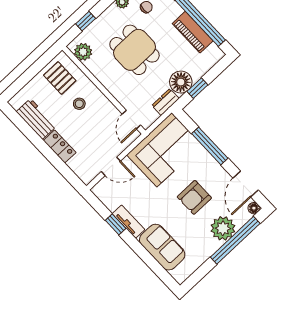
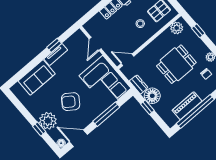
armchair: (194, 197) -> (71, 102), turned -55
window: (235, 240) -> (39, 129), width x0.32

